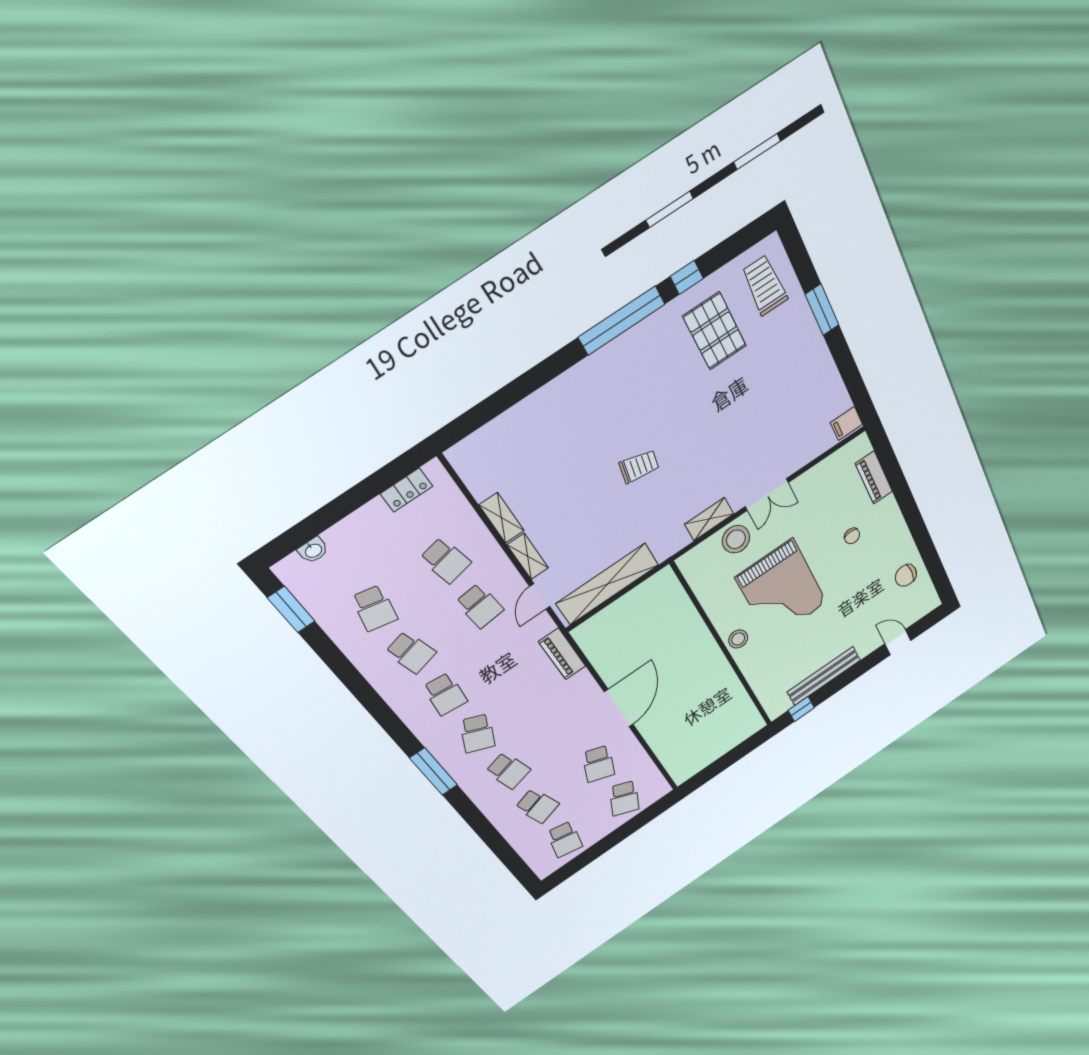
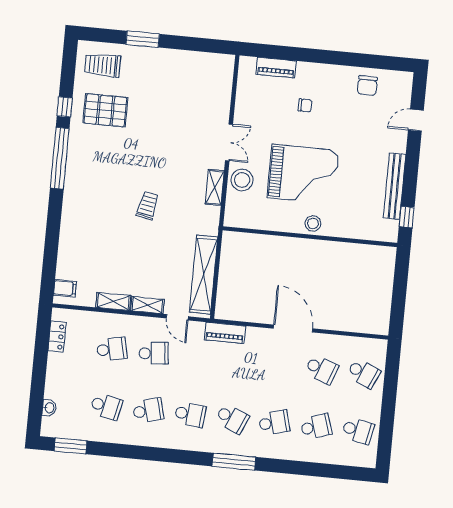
filing cabinet: (846, 424) -> (65, 288), moved, turned -90

